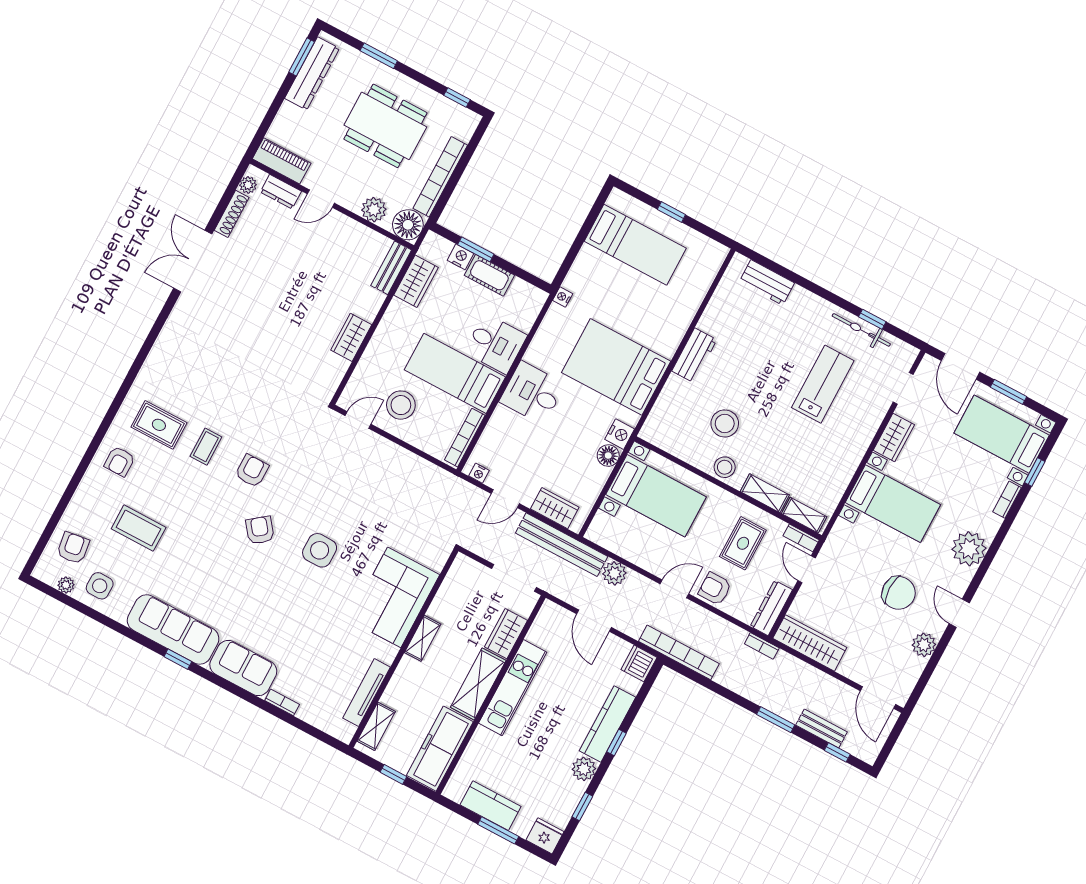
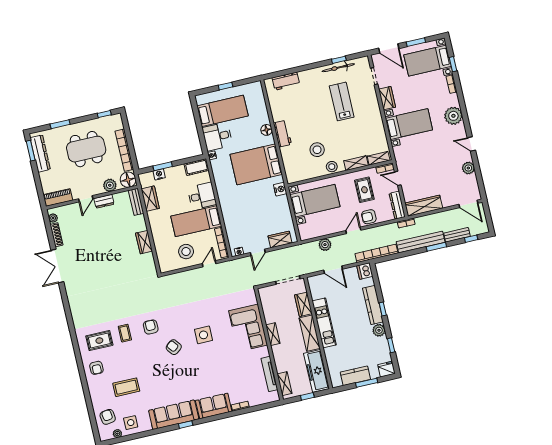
dresser: (281, 192) -> (104, 201), moved
cot: (489, 275) -> (196, 167), moved
desk: (532, 393) -> (217, 137), moved
door: (358, 420) -> (209, 264), moved
floor lamp: (608, 456) -> (266, 130), moved
bench: (562, 545) -> (421, 242), moved
chair: (899, 593) -> (441, 157), removed

